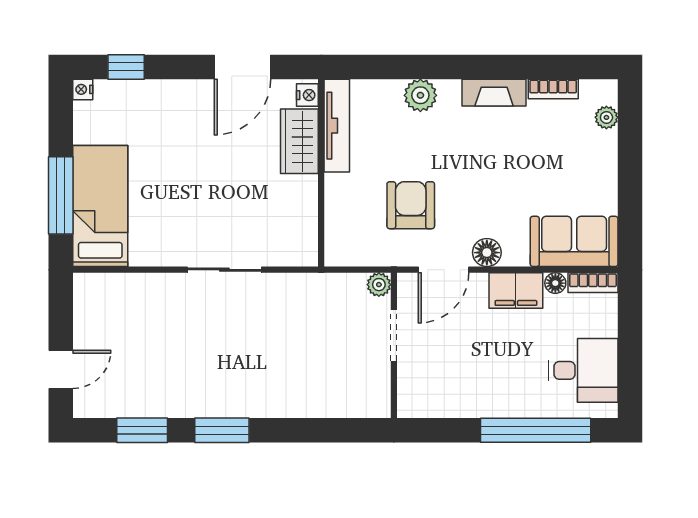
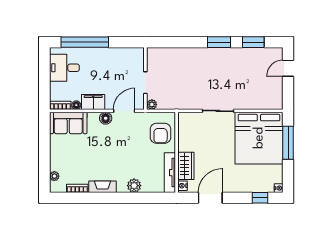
armchair: (411, 205) -> (161, 133), moved
bed: (100, 206) -> (259, 138), width x2.04

